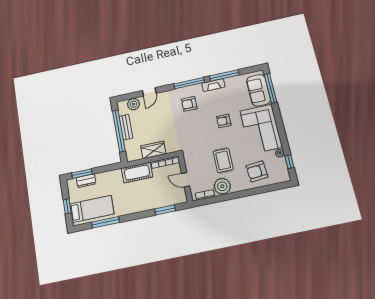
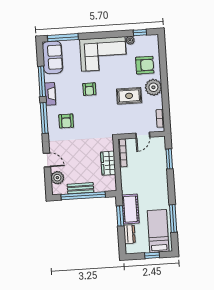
sofa: (259, 90) -> (52, 57), moved, turned -90
armchair: (257, 171) -> (145, 65), turned -85
cot: (137, 173) -> (130, 209), moved
window: (82, 174) -> (120, 216), moved
plant: (222, 186) -> (153, 87), moved

